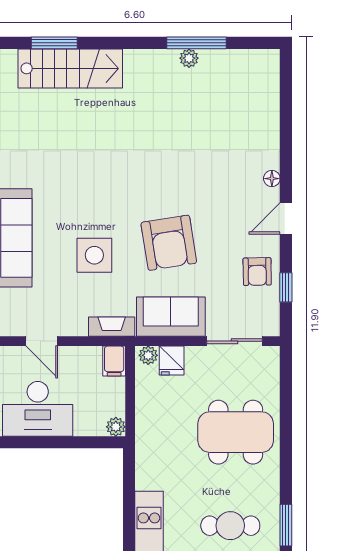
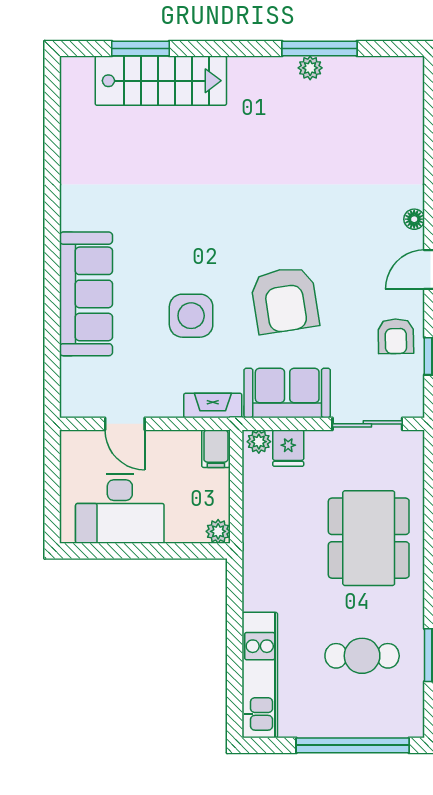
dining table: (236, 432) -> (369, 538), turned 90

